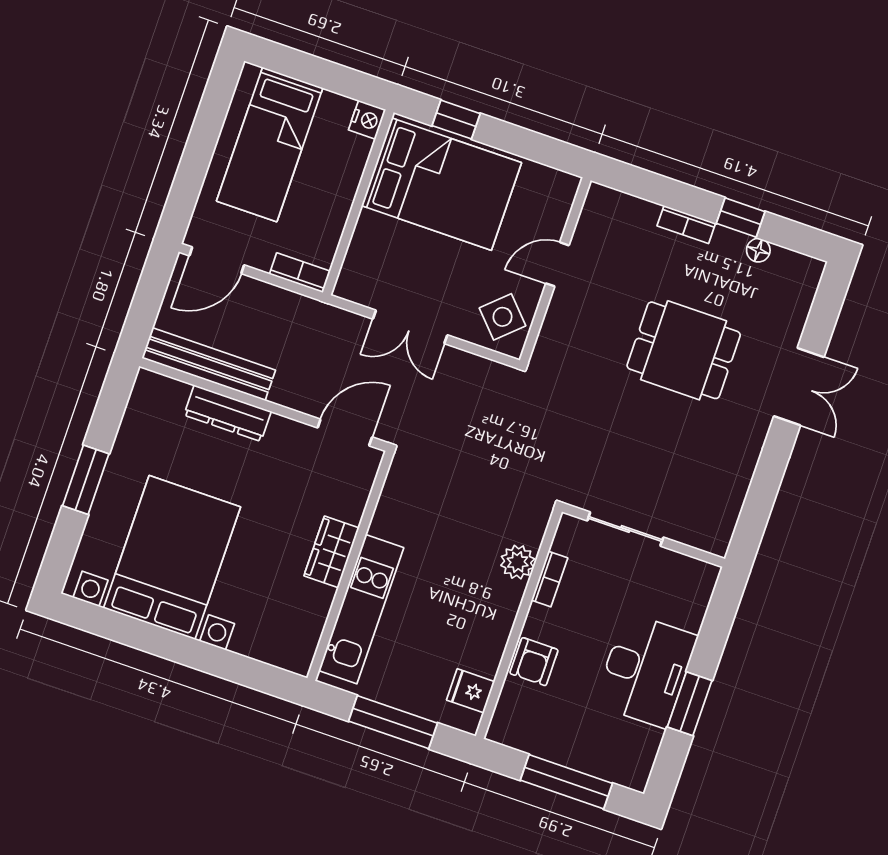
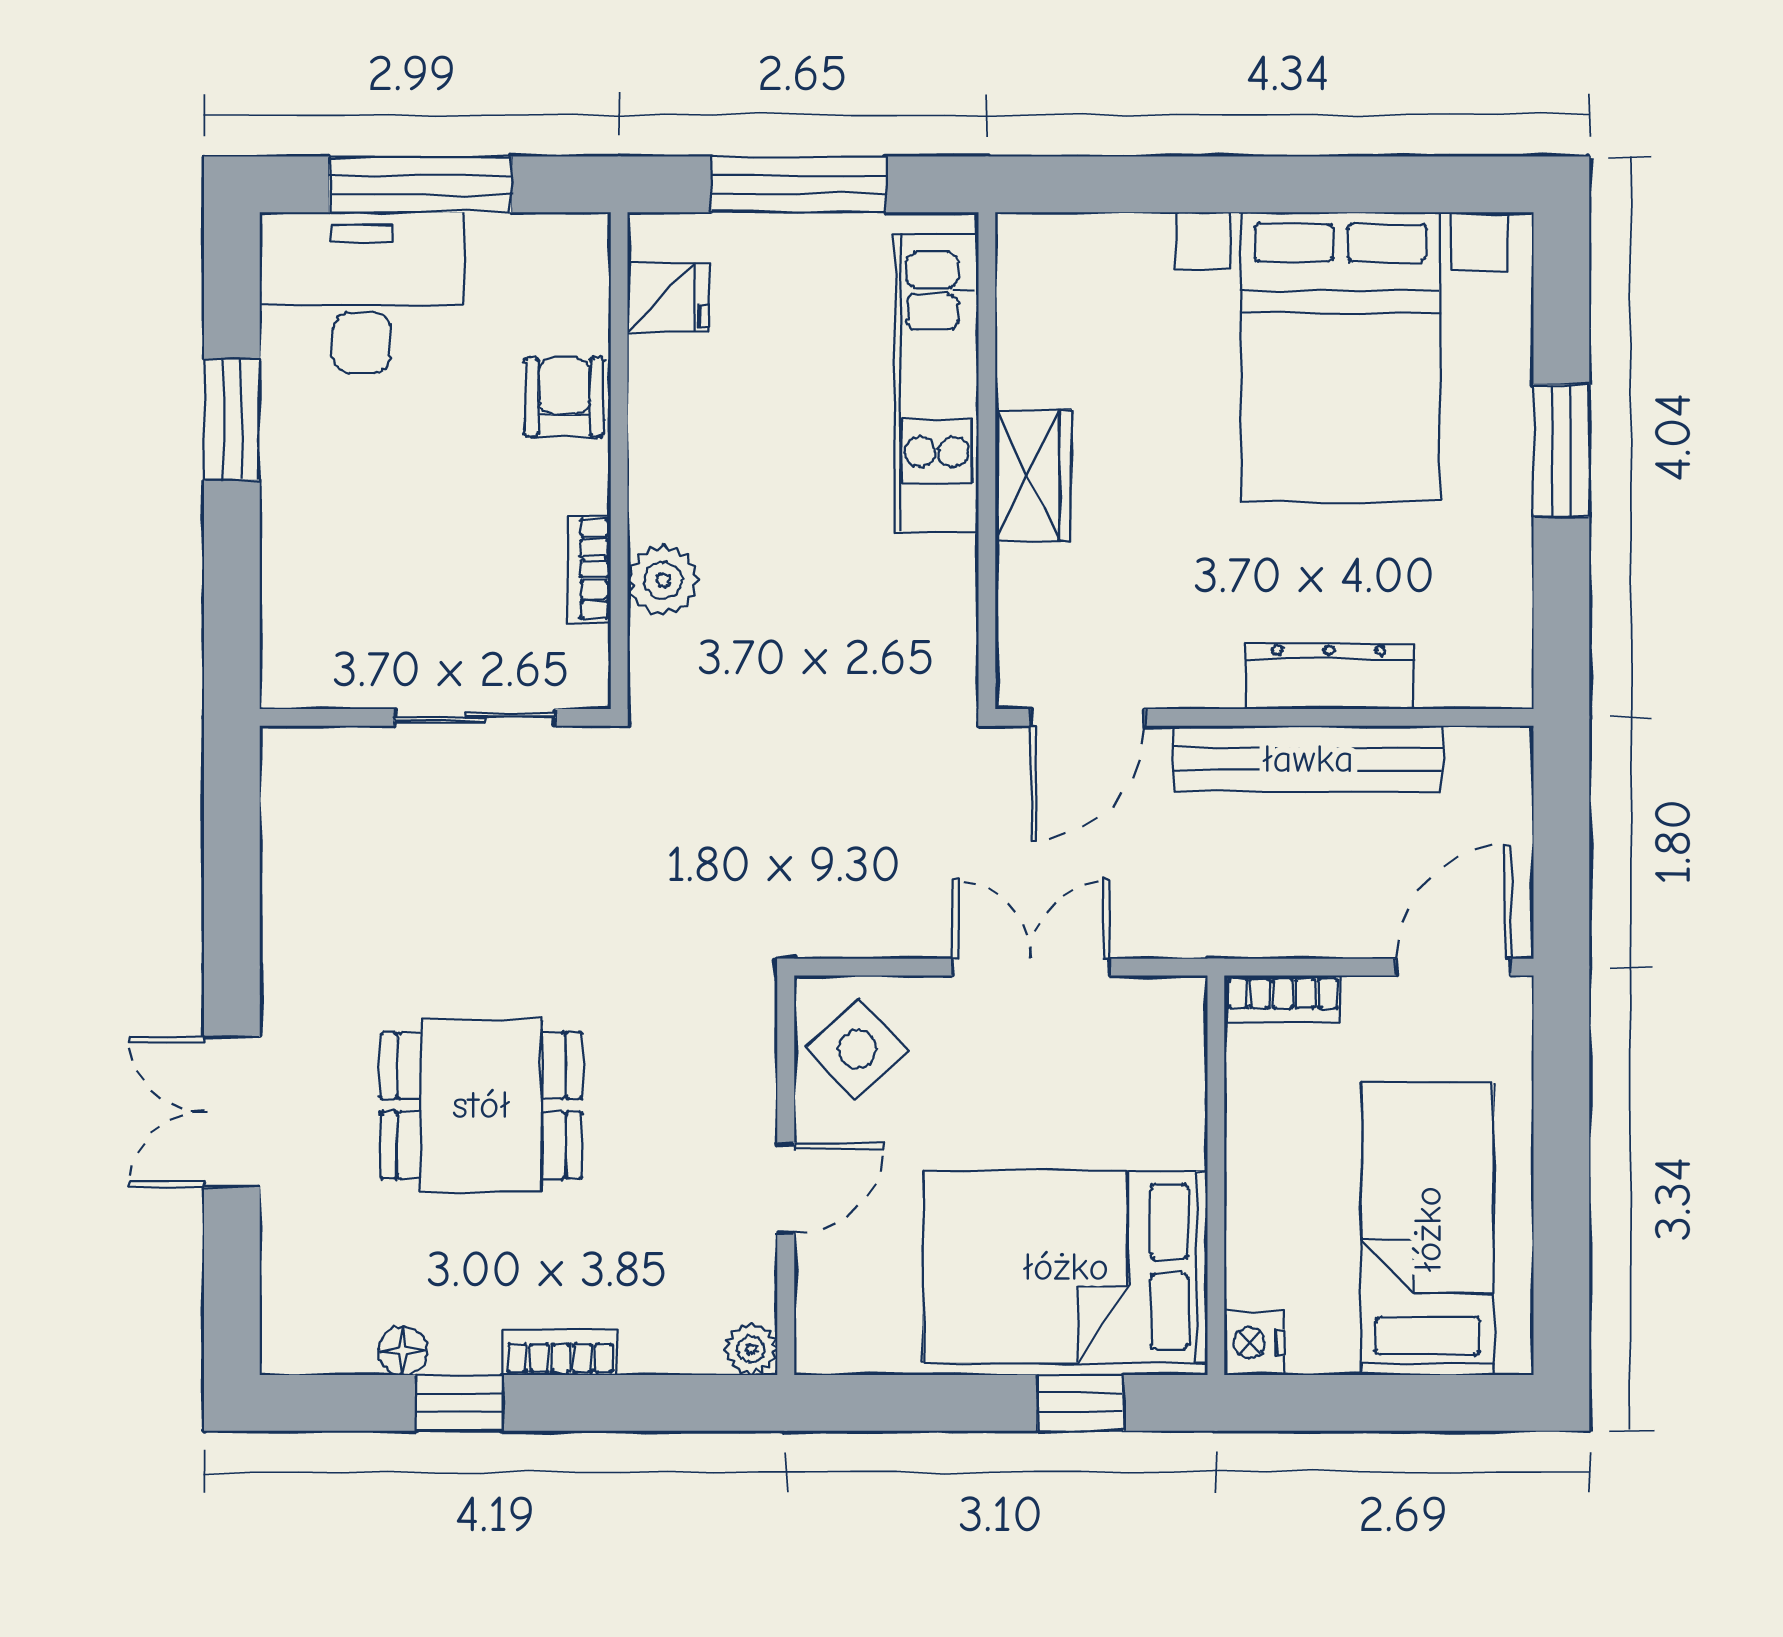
plant: (598, 196) -> (751, 1349), added
bench: (209, 364) -> (1308, 759), moved
desk: (646, 670) -> (362, 293), moved, turned 90

